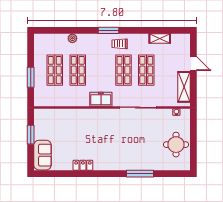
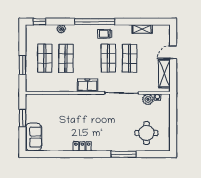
window: (49, 30) -> (40, 22), added
window: (109, 30) -> (95, 22), width x2.11
door: (193, 64) -> (173, 52), swing flipped
plant: (166, 114) -> (148, 99), added
round table: (176, 145) -> (146, 133), moved
locker: (83, 165) -> (82, 146), moved

